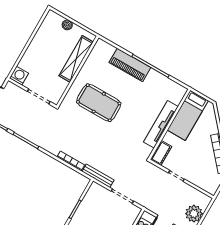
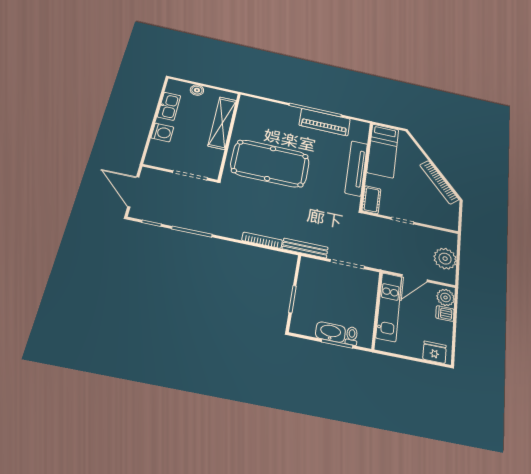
kitchen sink: (42, 34) -> (169, 106), added
piano: (130, 65) -> (325, 122), moved
washing machine: (19, 76) -> (162, 133), moved, turned 90
pool table: (99, 103) -> (270, 163), width x1.36, depth x1.32

